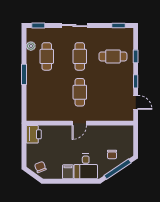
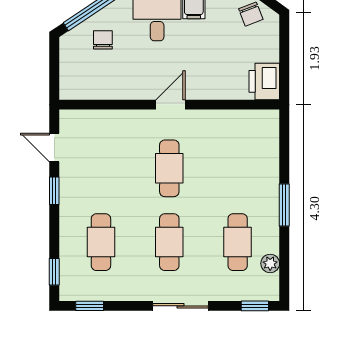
cafe table: (113, 56) -> (101, 242), turned 90
window: (136, 56) -> (54, 272), moved

